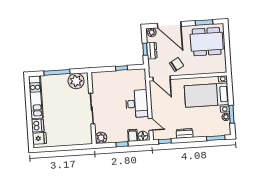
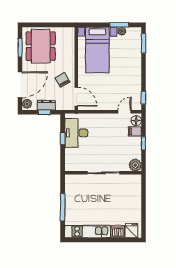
door: (162, 78) -> (76, 97), hinge flipped
plant: (76, 81) -> (73, 188), removed
desk: (137, 104) -> (76, 133), moved, turned -90
dresser: (185, 133) -> (136, 76), removed

